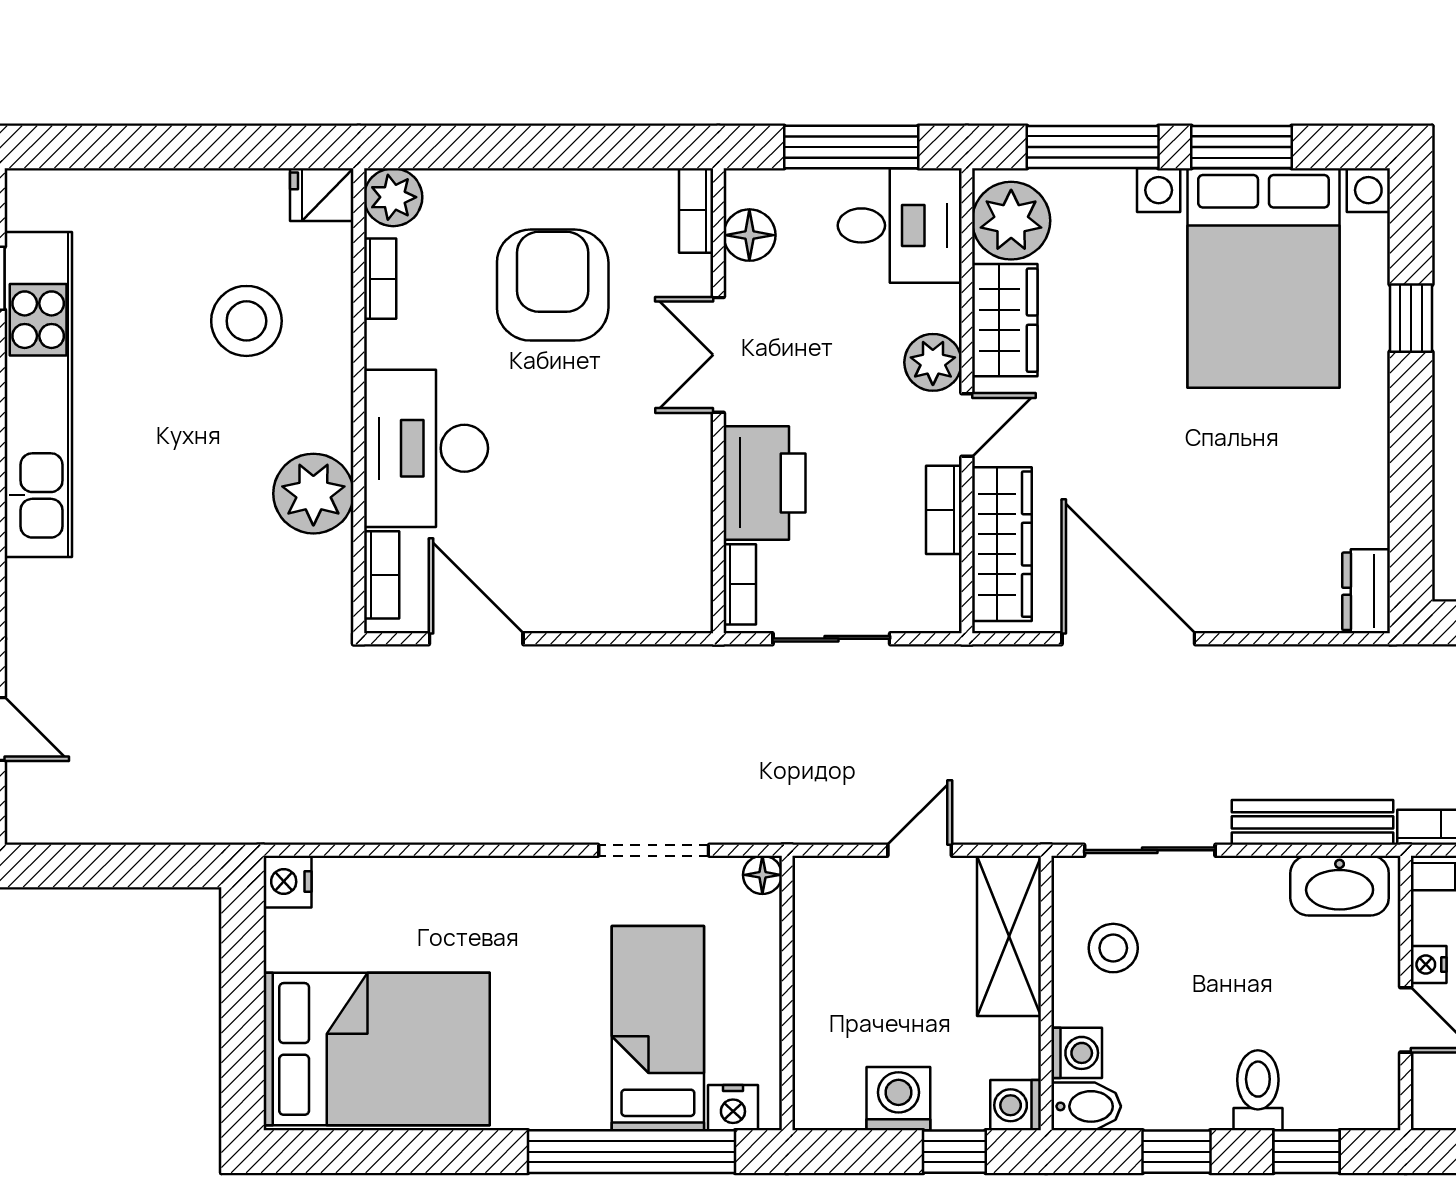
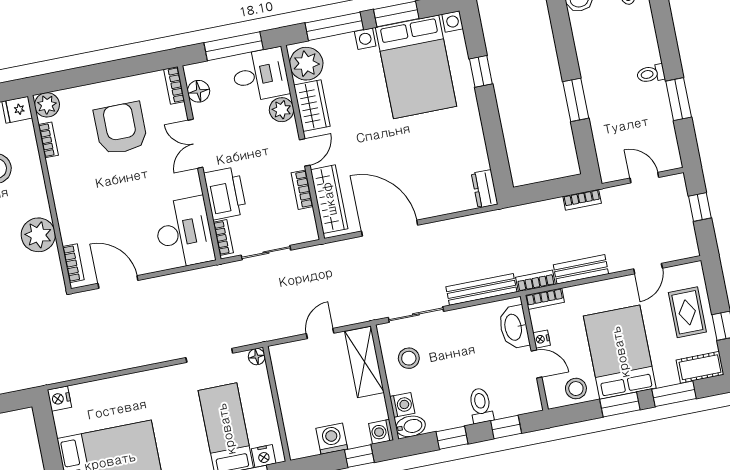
plant: (933, 362) -> (282, 110), moved
desk: (426, 448) -> (184, 232), moved, turned 180
washbasin: (1340, 886) -> (514, 327), moved, turned 90

